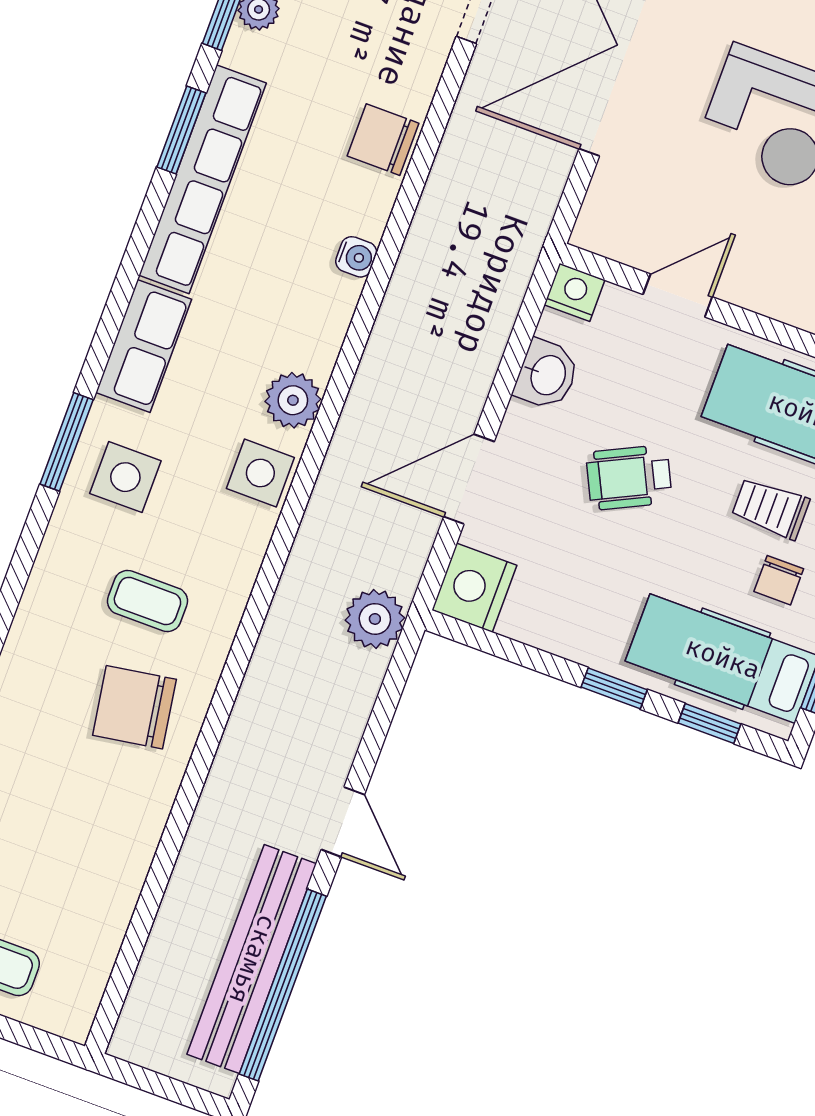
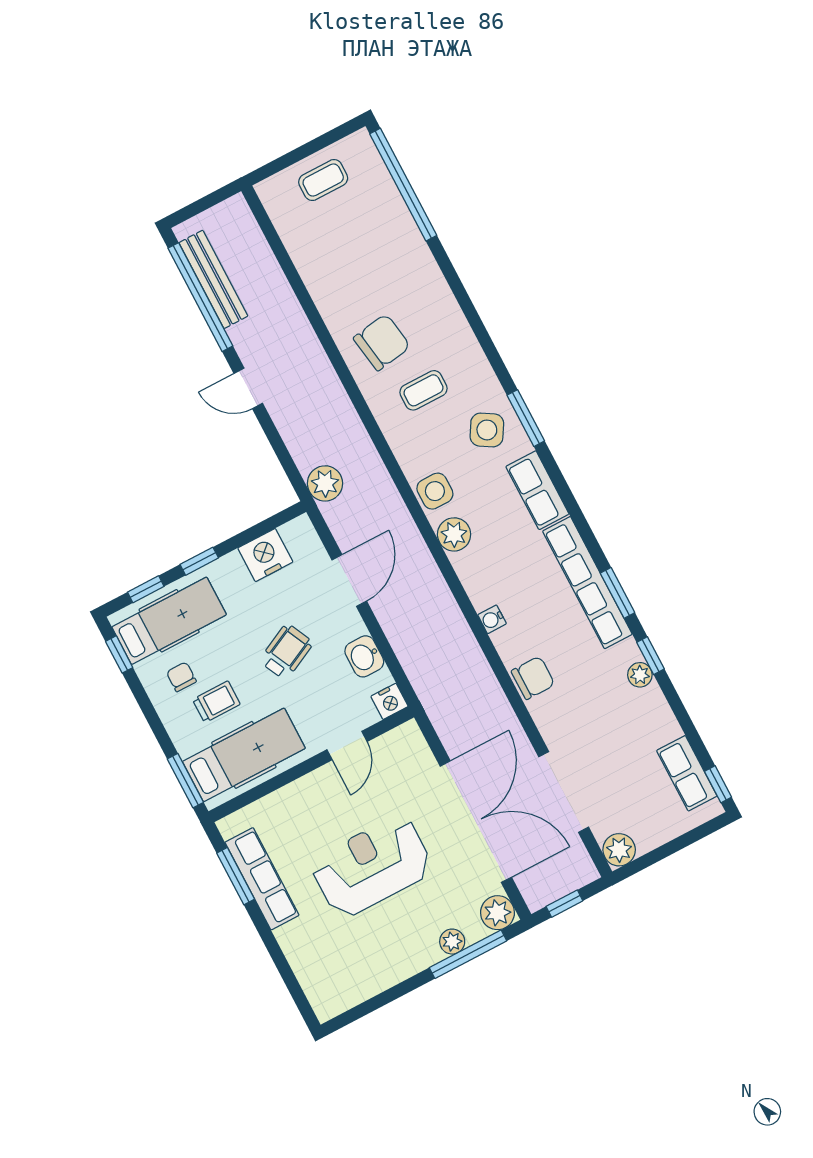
side table: (125, 477) -> (487, 430), turned 31
nightstand: (474, 588) -> (265, 555), moved, turned -90
bench: (252, 959) -> (213, 279), width x0.73, depth x0.82

